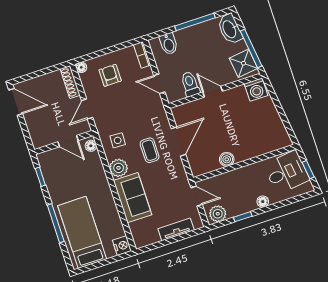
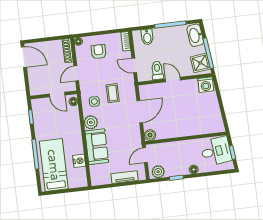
coffee table: (150, 150) -> (113, 93), moved
boiler: (227, 159) -> (150, 135), moved
door: (197, 196) -> (145, 155), swing flipped
nightstand: (122, 246) -> (79, 161), moved

